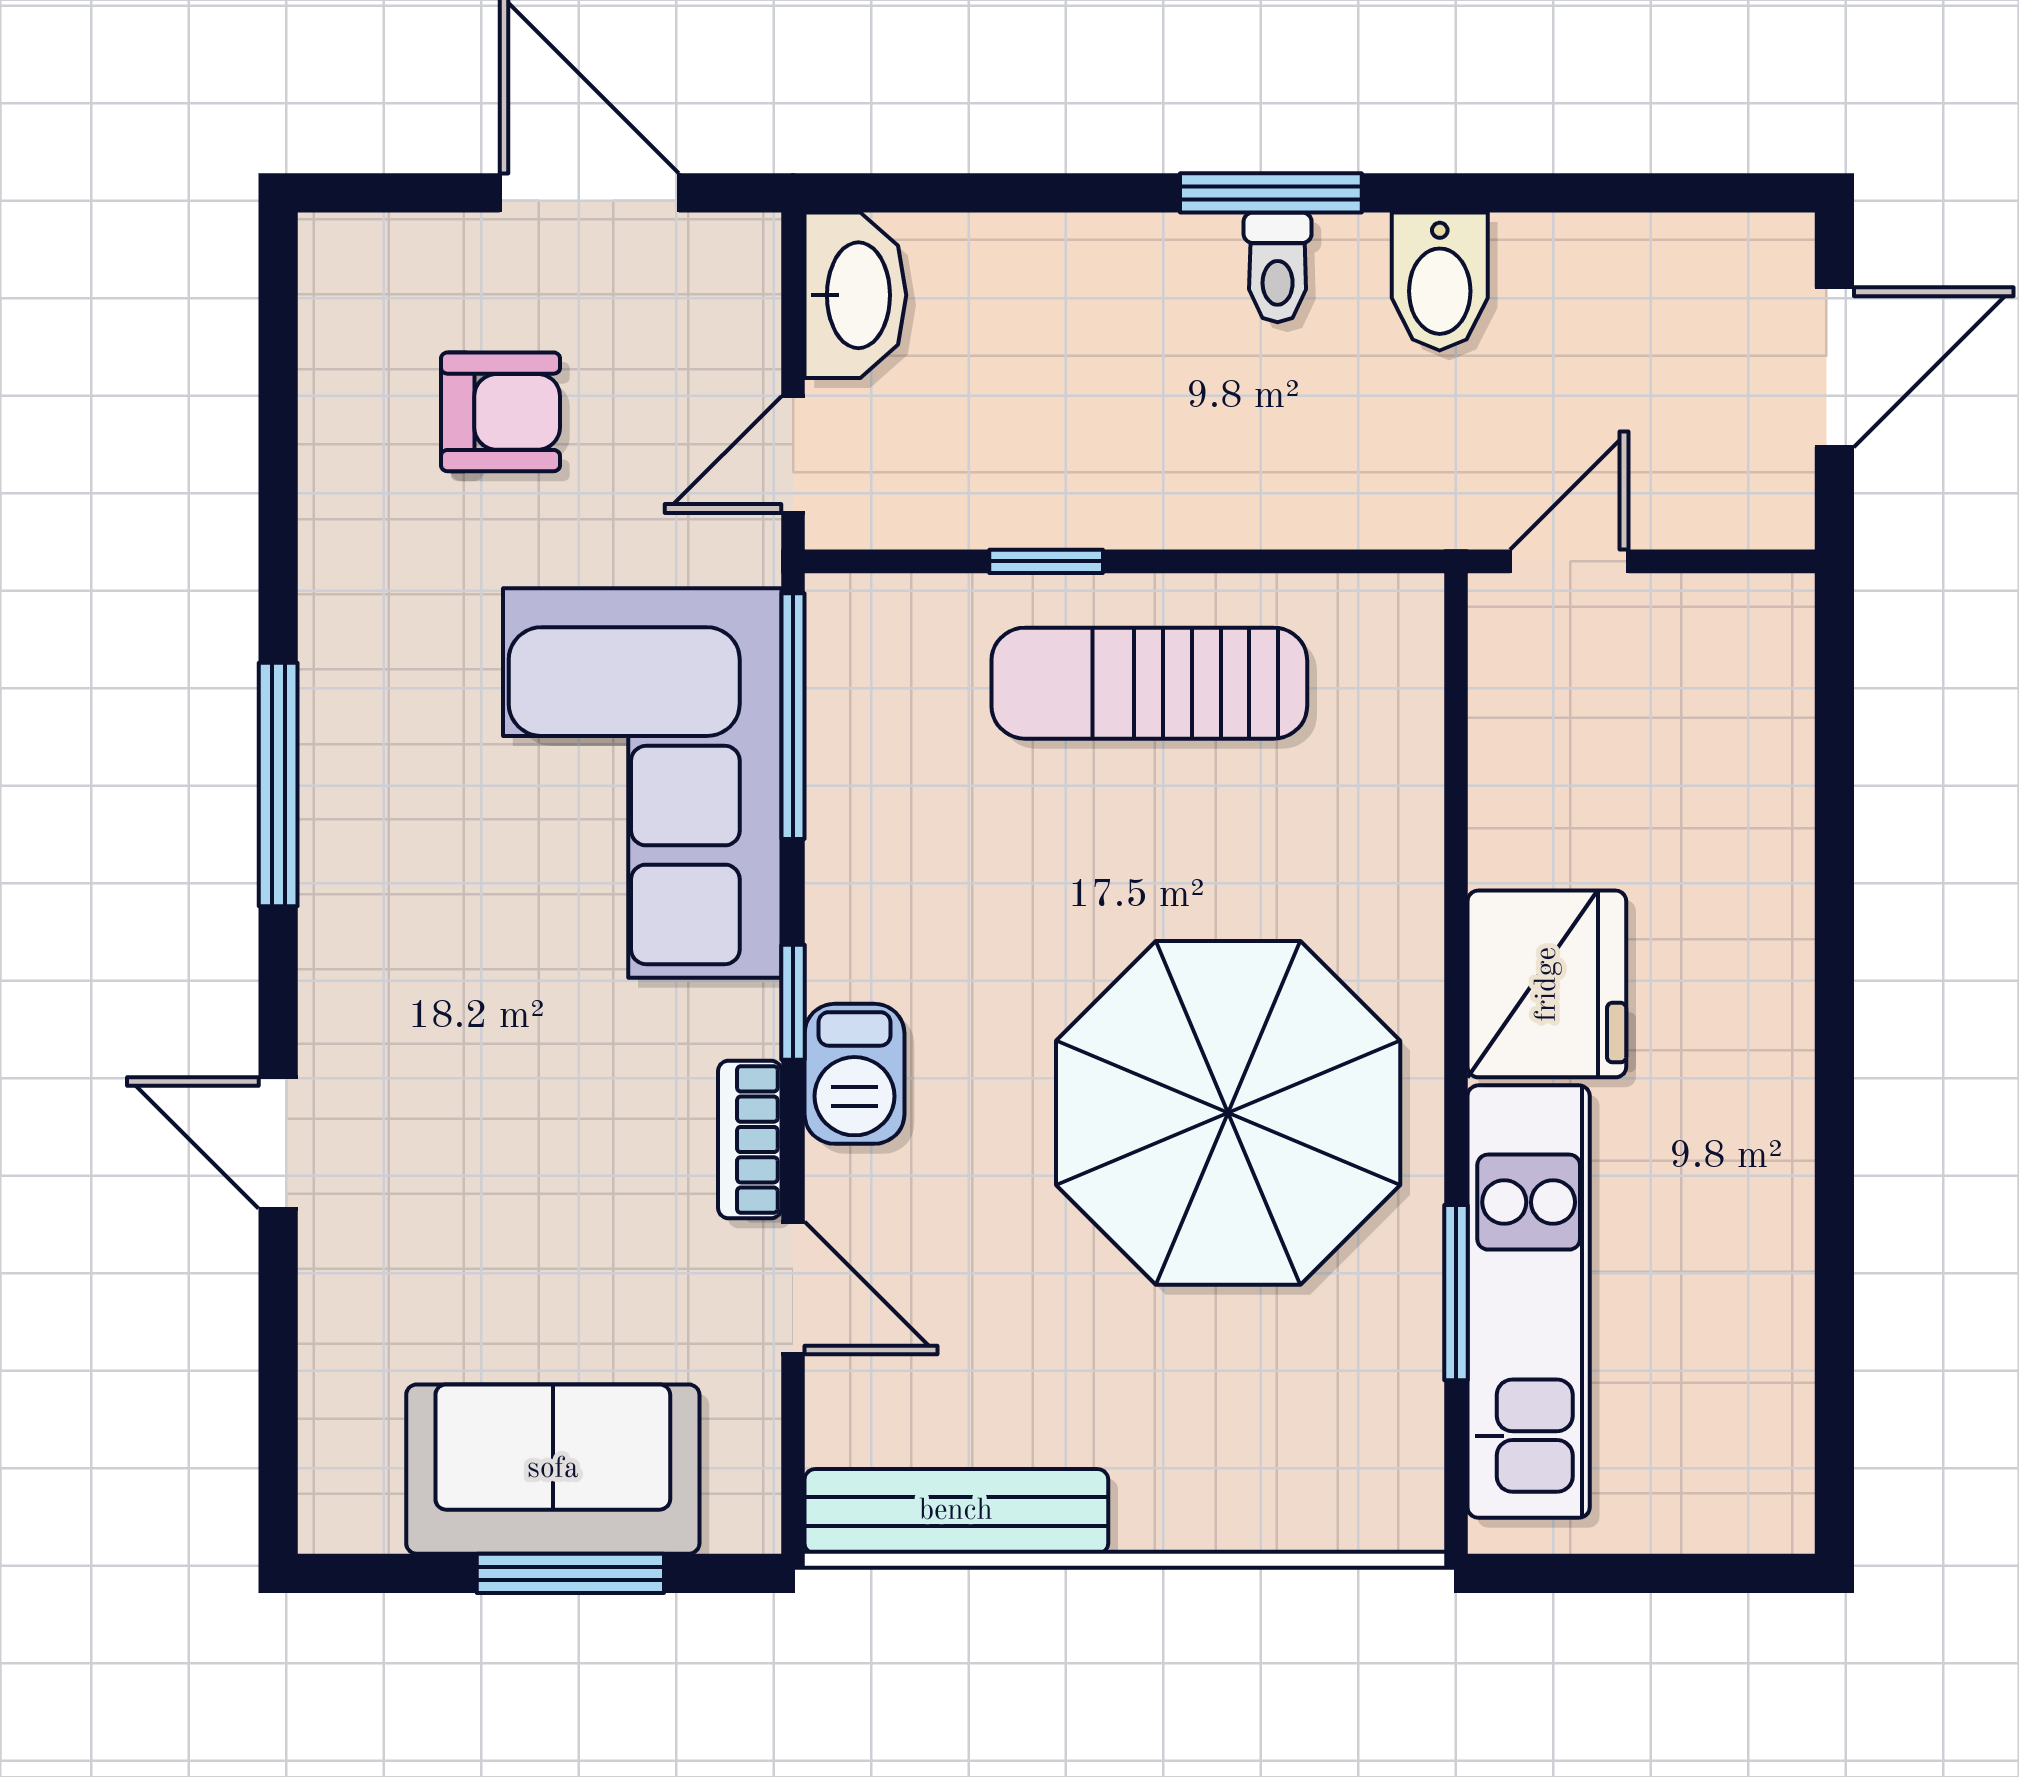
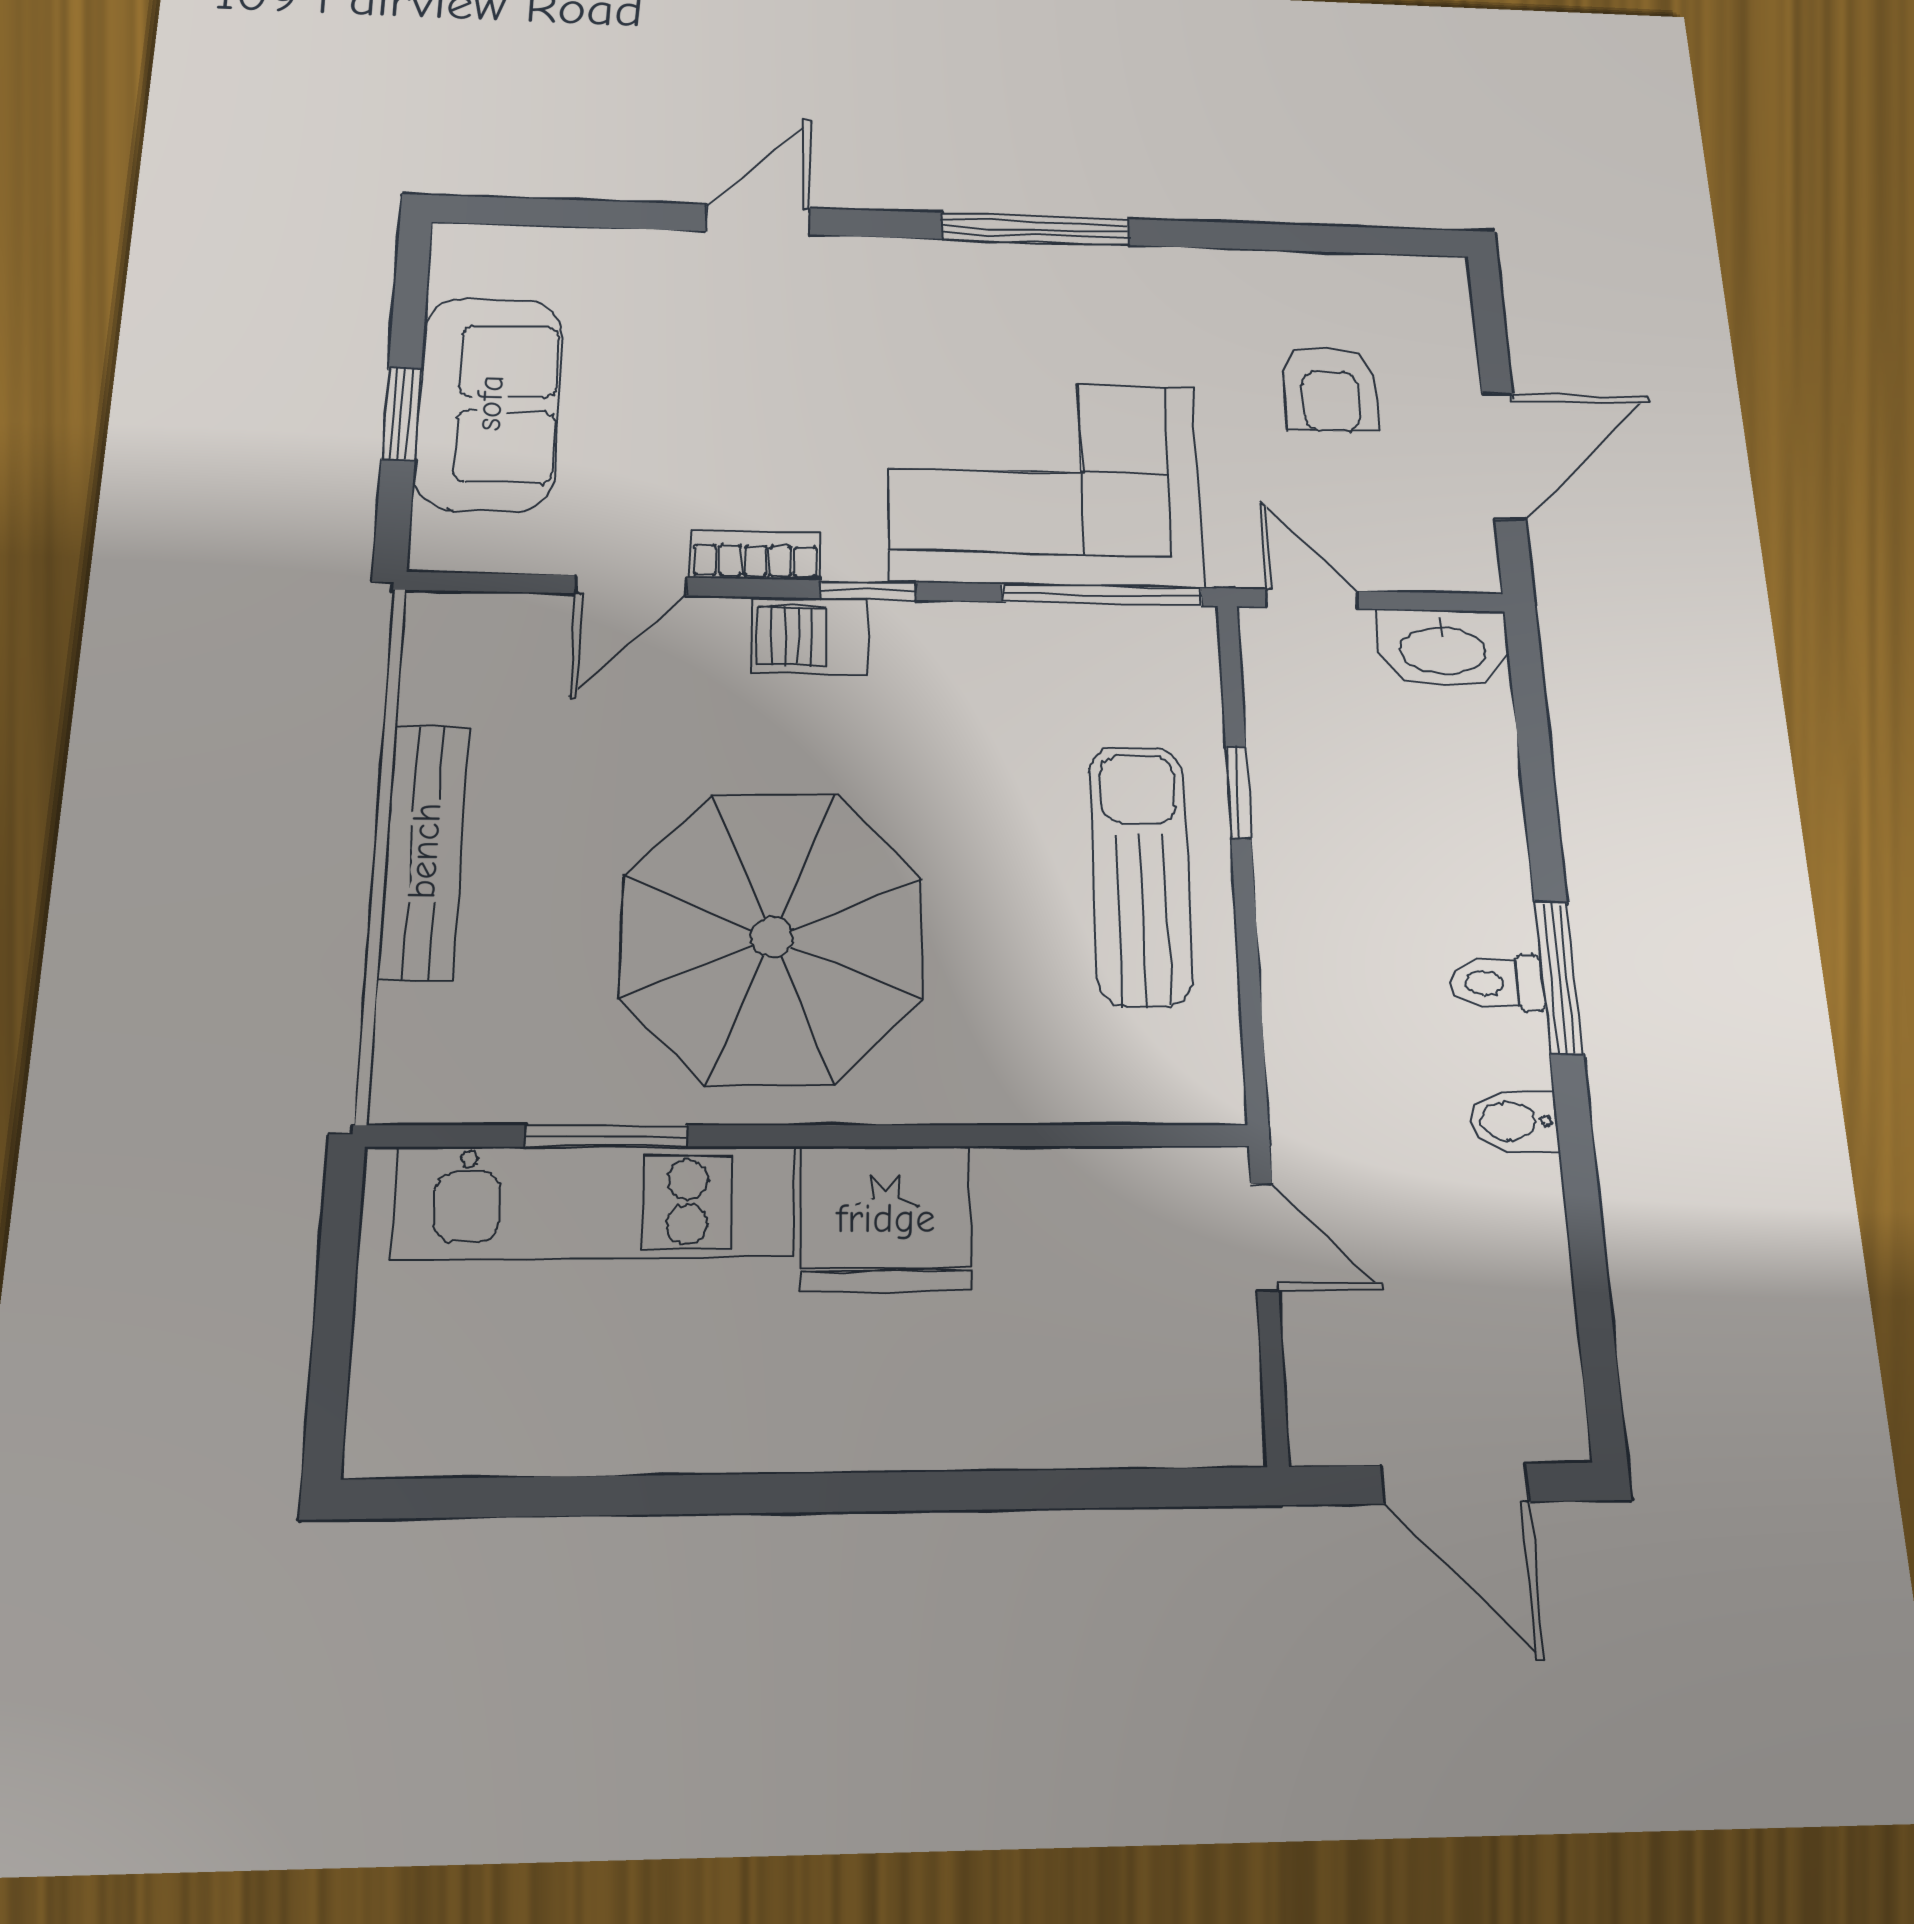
bidet: (1440, 281) -> (1514, 1121), width x0.72, depth x0.74
bench: (956, 1511) -> (424, 851), moved
window: (570, 1573) -> (402, 414), width x0.67

